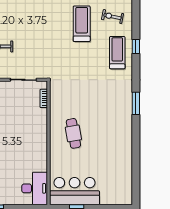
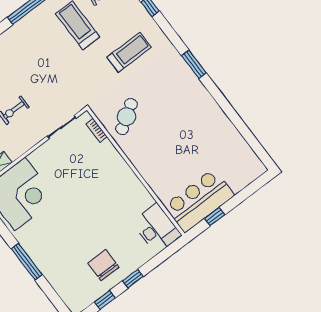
treadmill: (117, 53) -> (129, 52), moved, turned 90
cafe table: (73, 133) -> (127, 117), moved, turned 67

